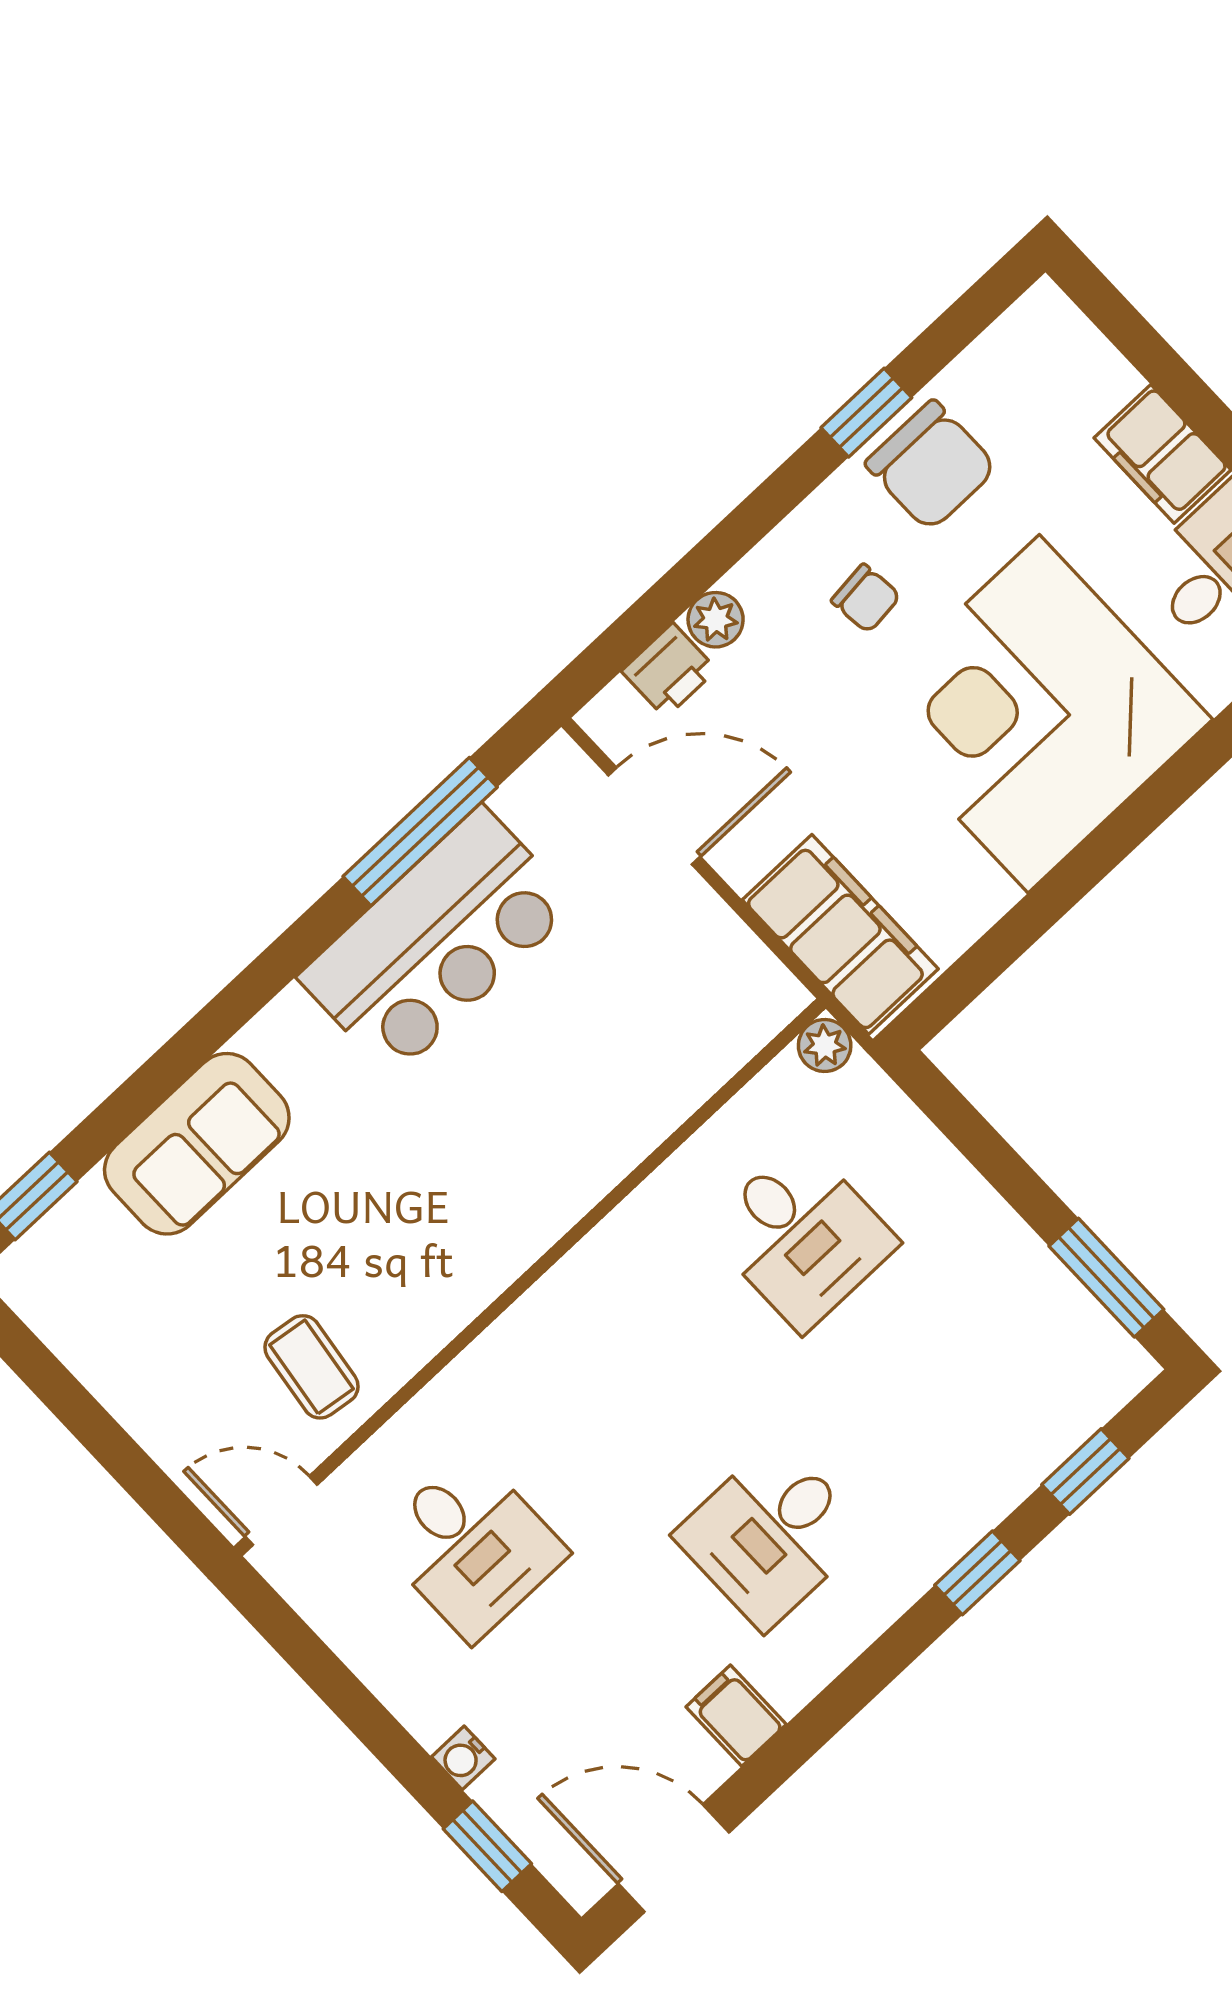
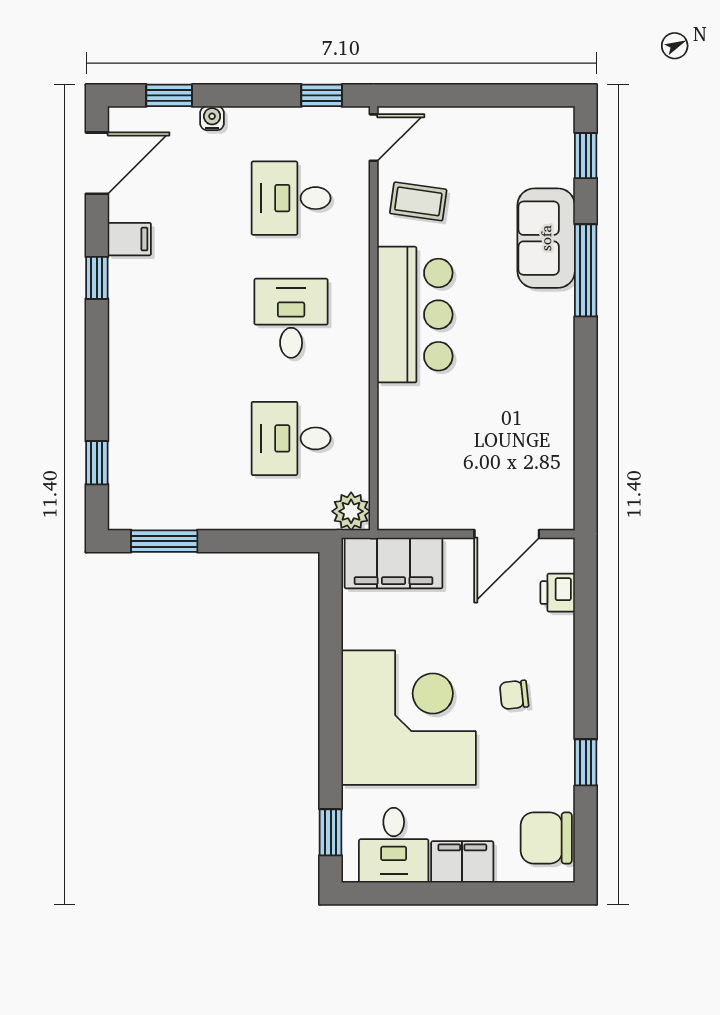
chair: (931, 466) -> (546, 838), moved
plant: (716, 620) -> (560, 629), removed
window: (420, 832) -> (586, 270), moved
bar counter: (437, 941) -> (415, 315), moved, turned 180
plant: (825, 1046) -> (351, 511), width x1.38, depth x1.38
desk: (771, 1534) -> (291, 318), moved
window: (977, 1573) -> (97, 278), moved
window: (290, 1637) -> (322, 95), added

